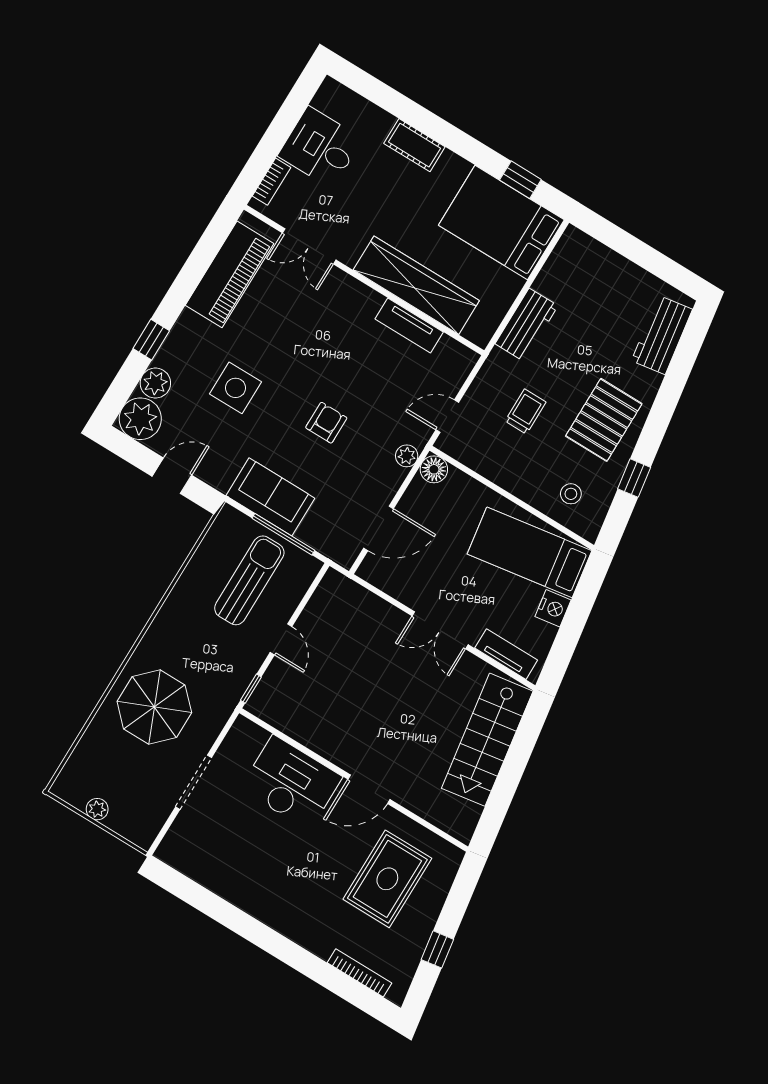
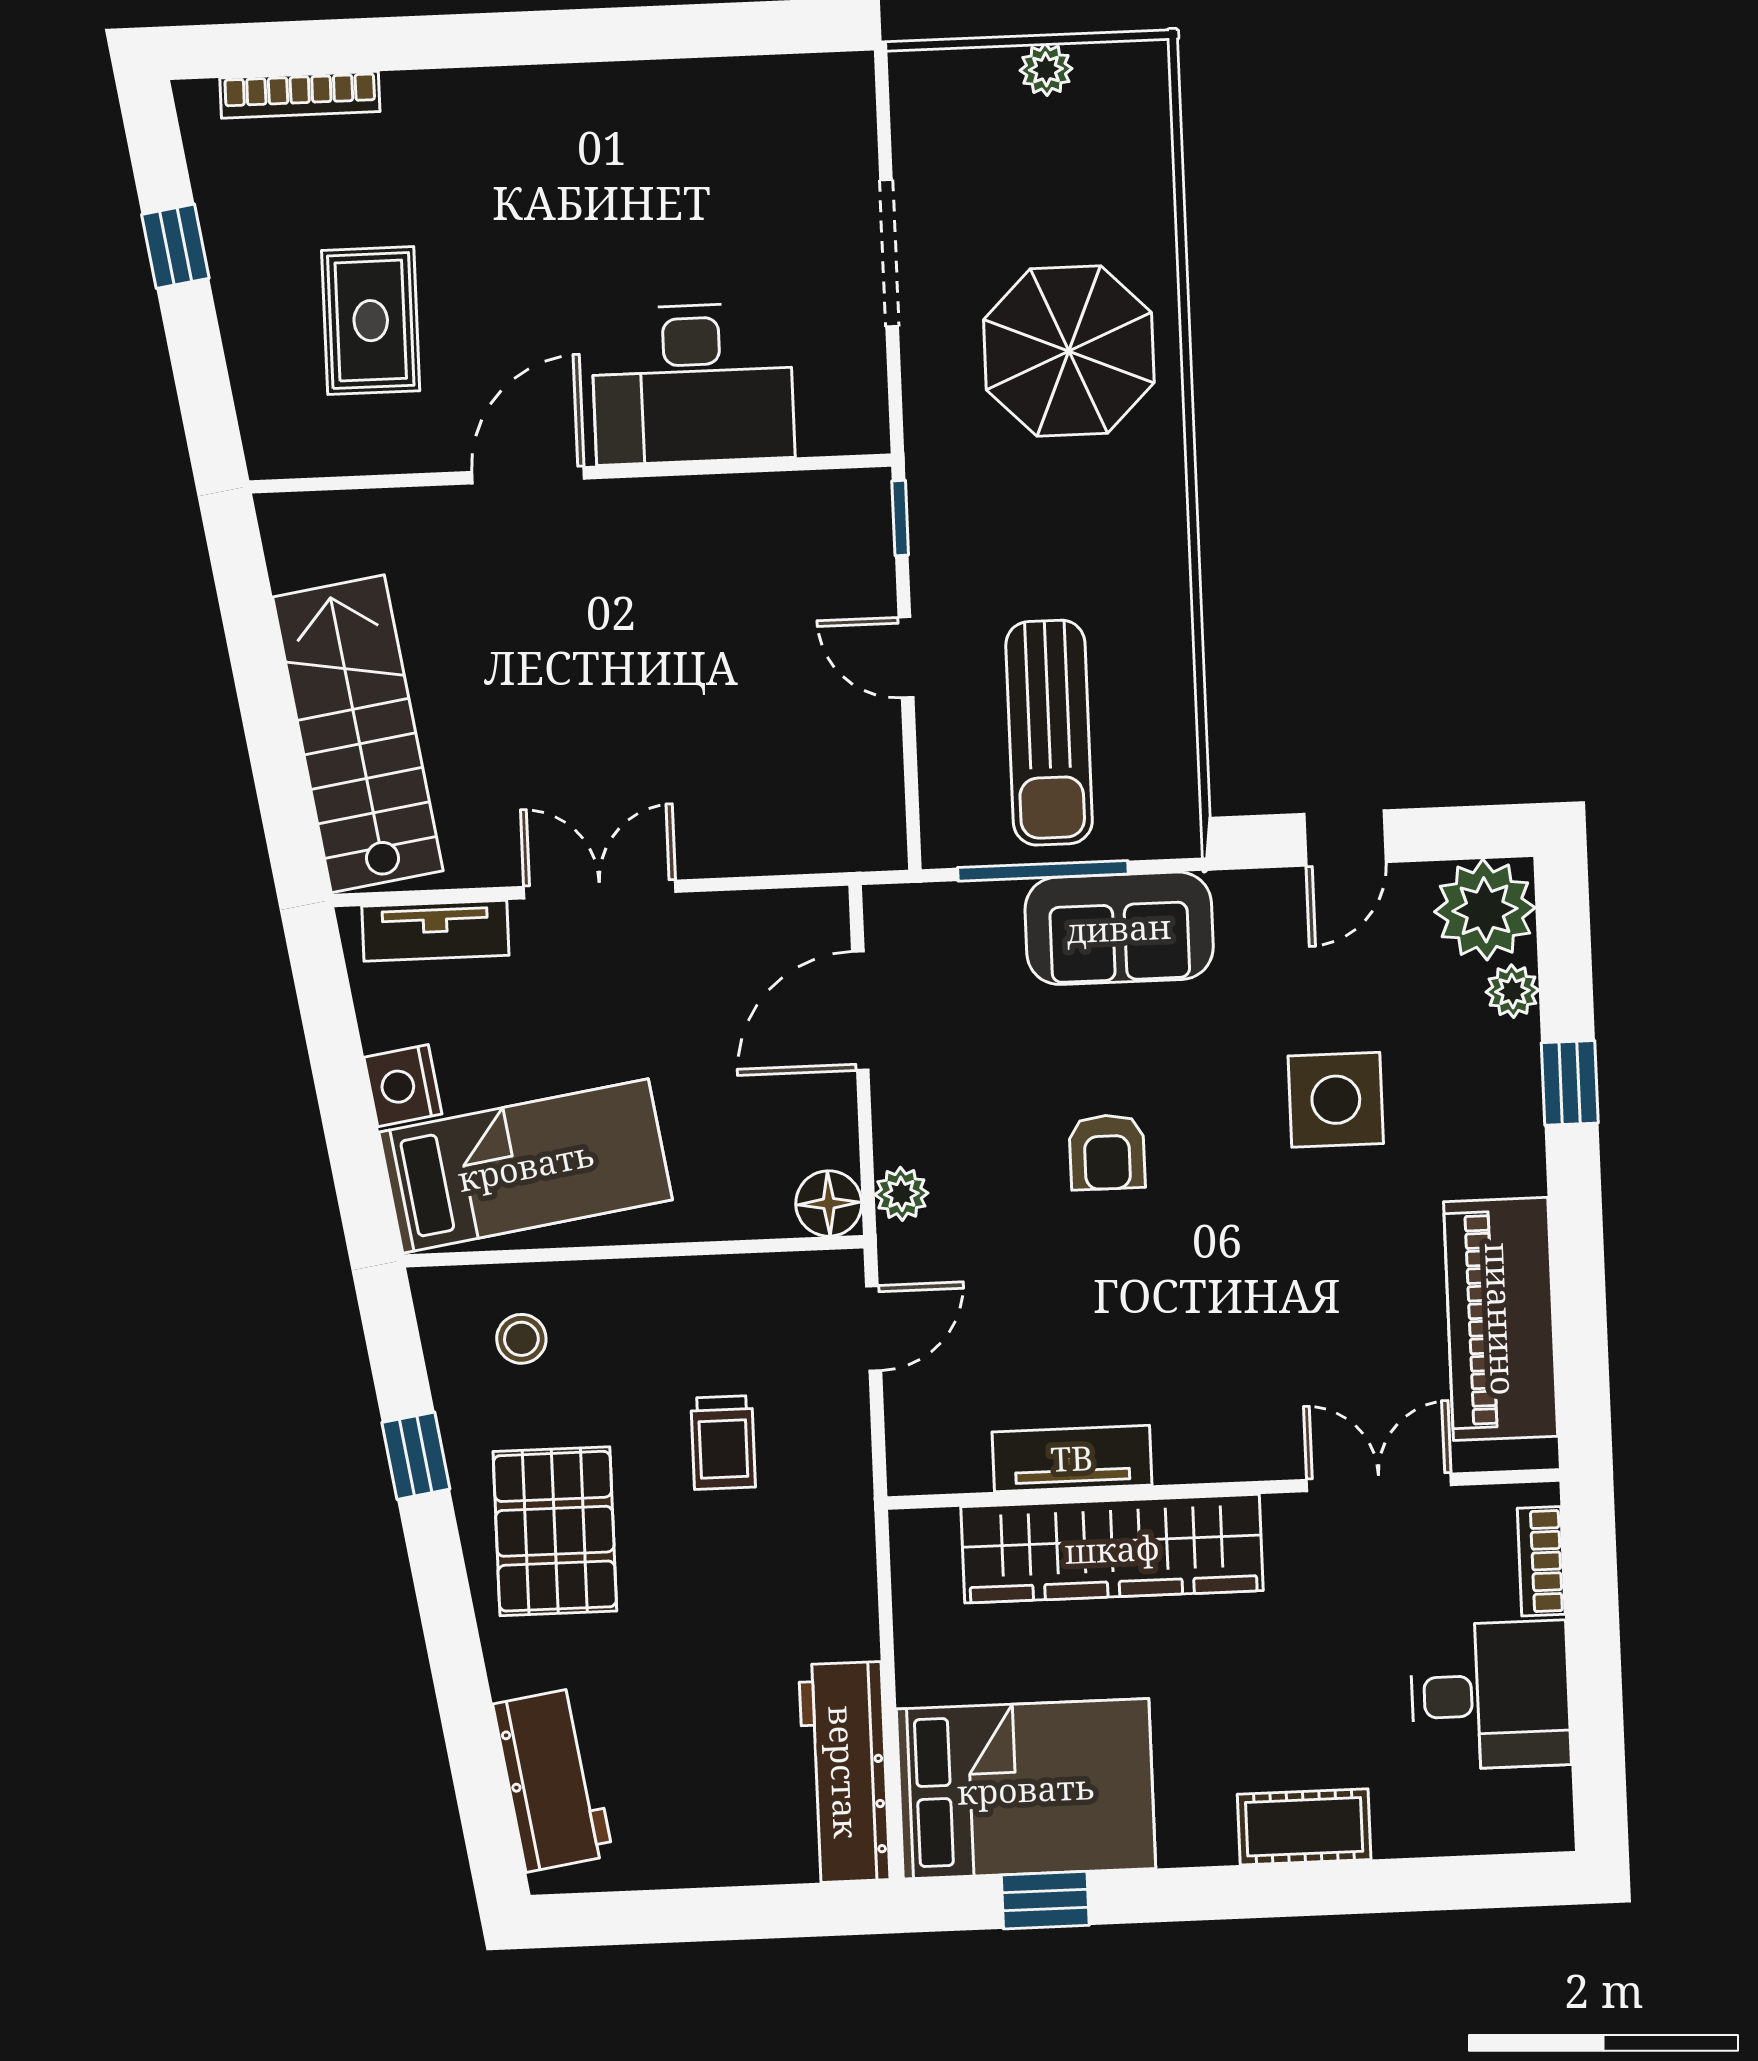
workbench: (526, 325) -> (844, 1772), moved, width x1.38
plant: (155, 383) -> (1512, 991), width x0.73, depth x0.73
rug: (387, 879) -> (371, 321), width x0.73, depth x0.70

